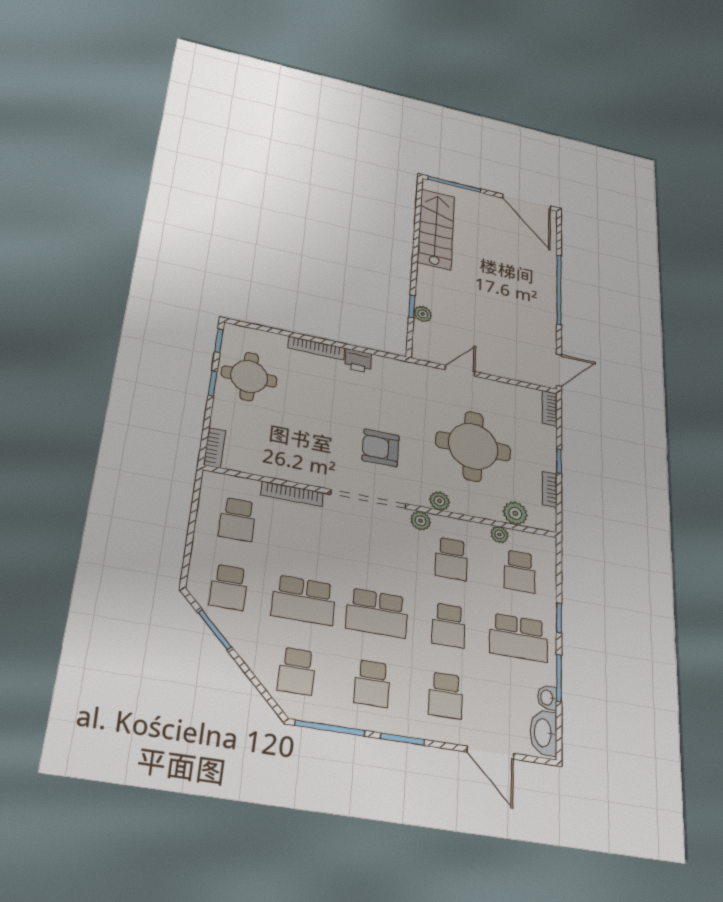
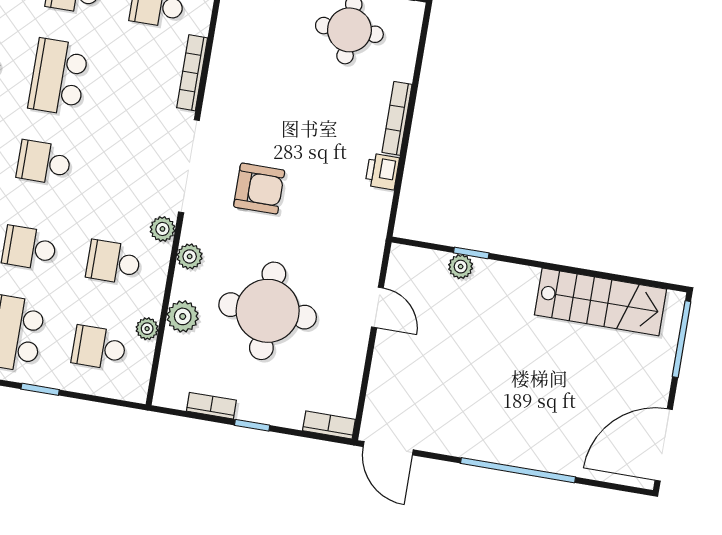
armchair: (381, 448) -> (259, 189), turned 90
plant: (515, 513) -> (183, 316), moved
school desk: (377, 613) -> (44, 162), width x0.54

